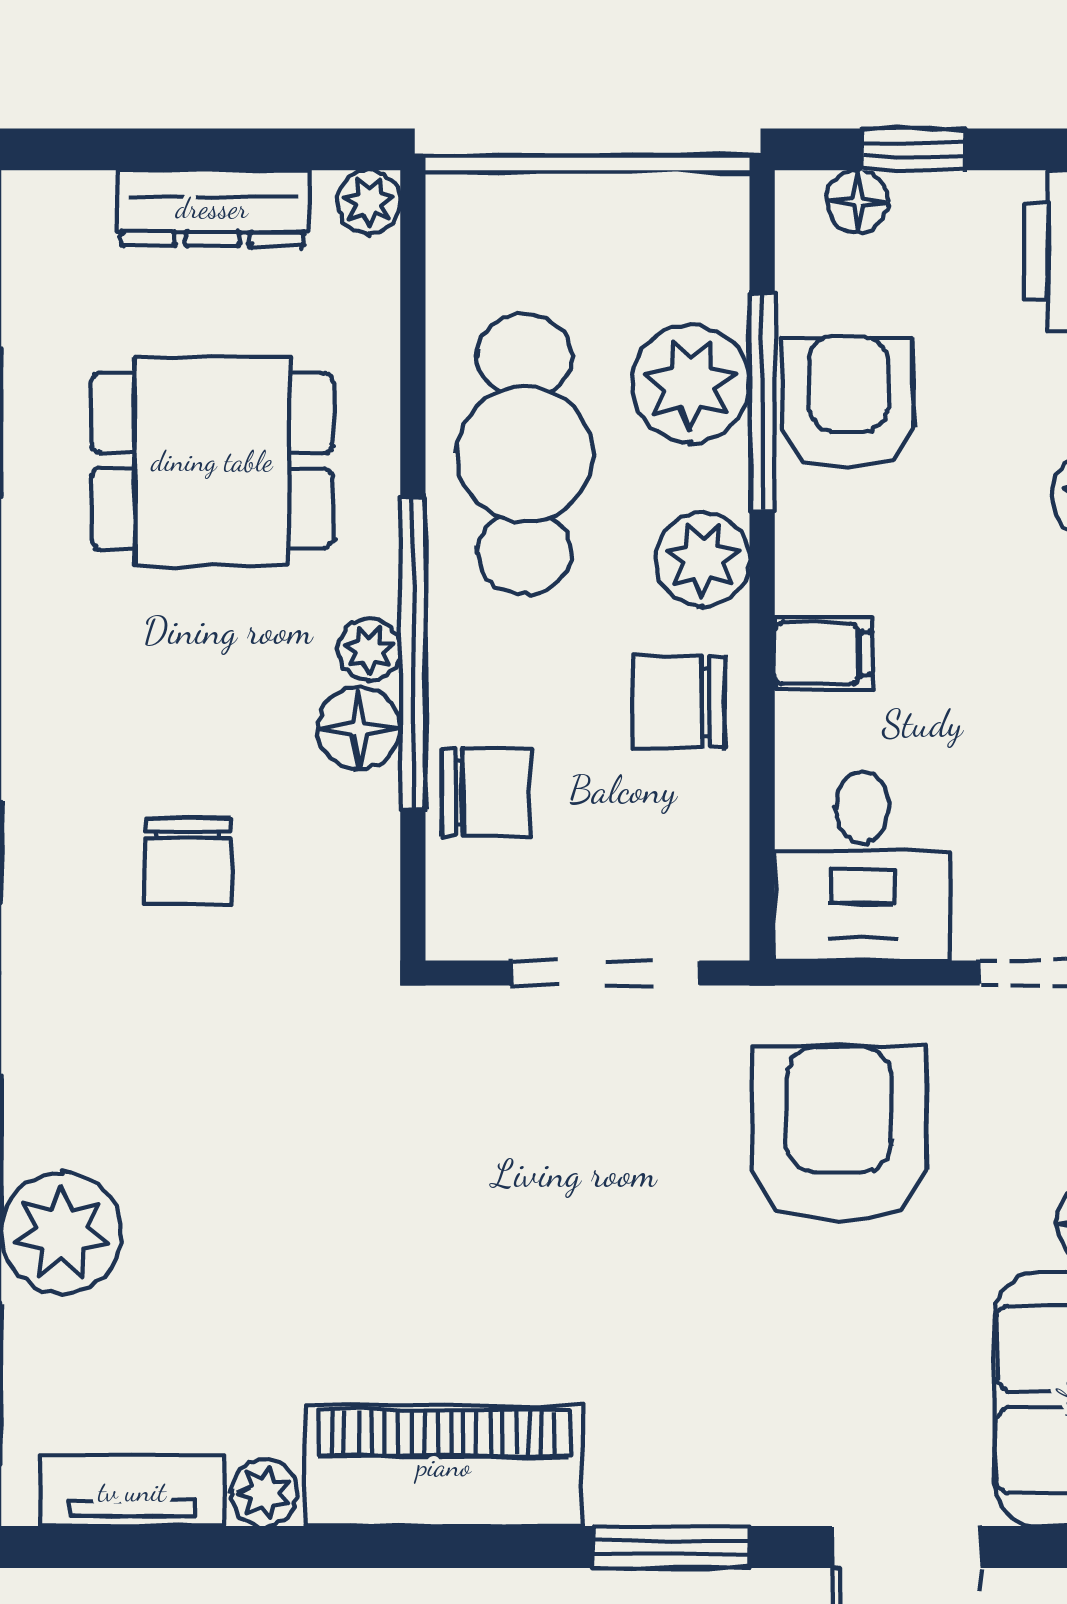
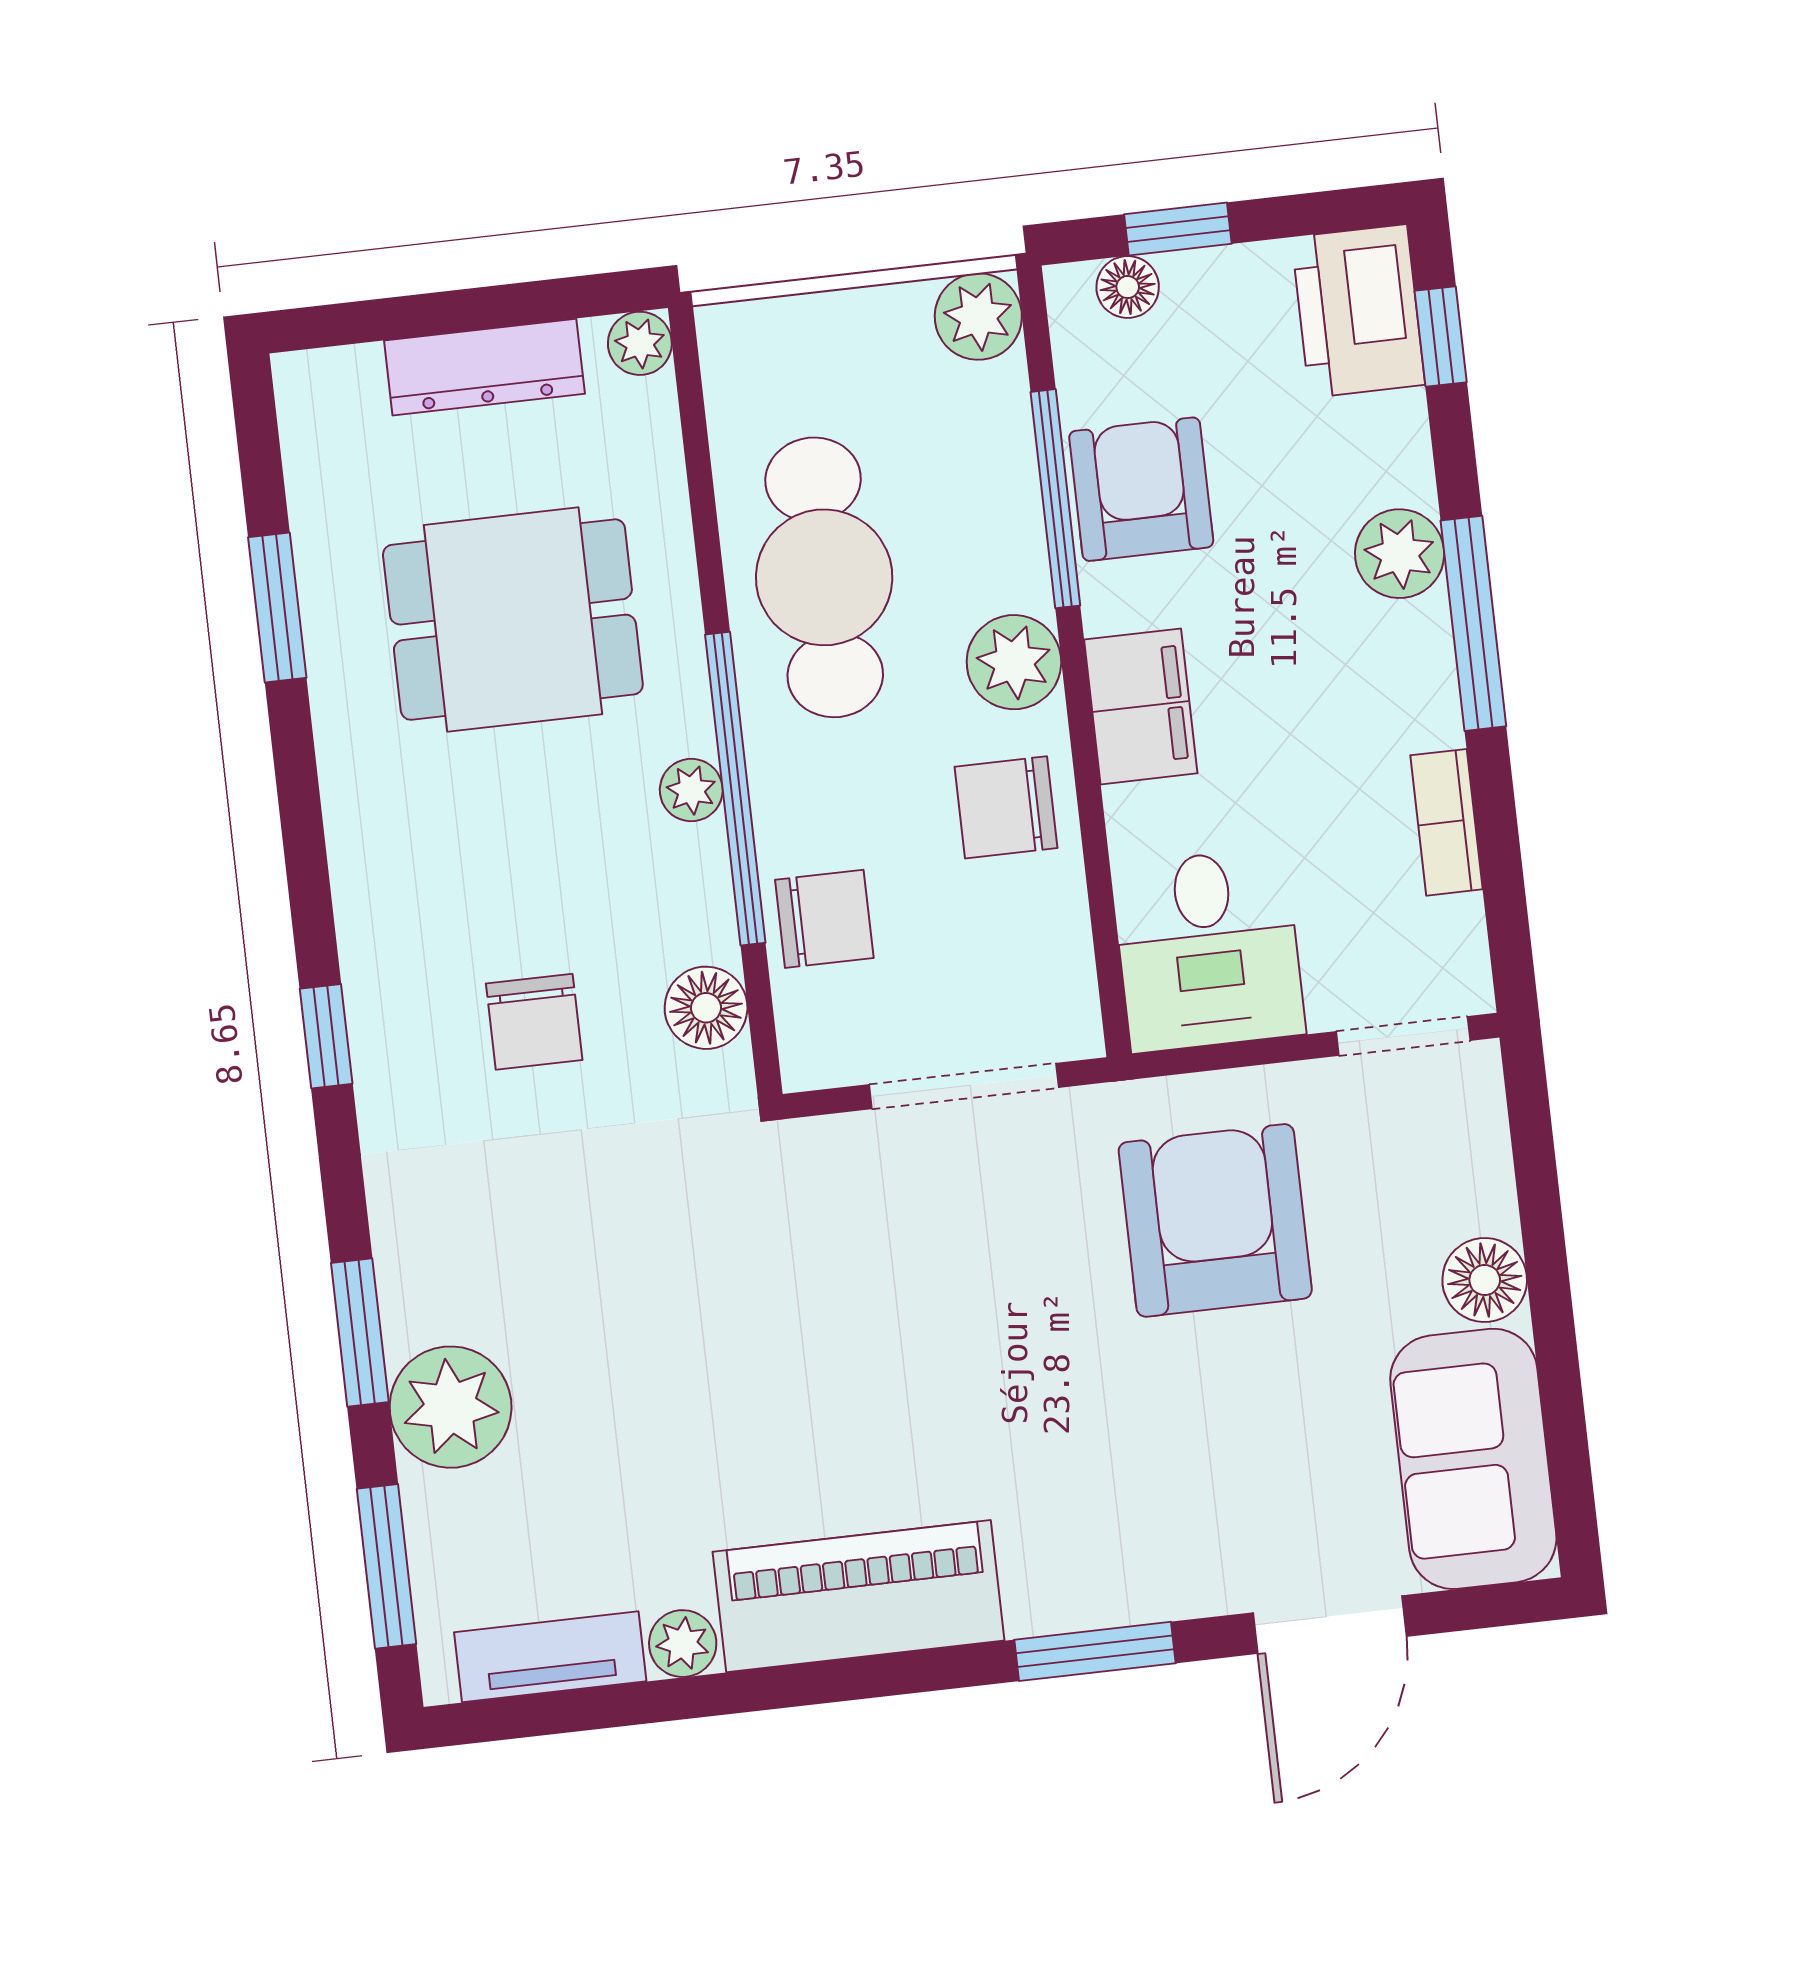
plant: (691, 384) -> (978, 317), moved, width x0.73, depth x0.73
filing cabinet: (823, 654) -> (1141, 706), width x2.00
floor lamp: (359, 728) -> (706, 1008), moved

